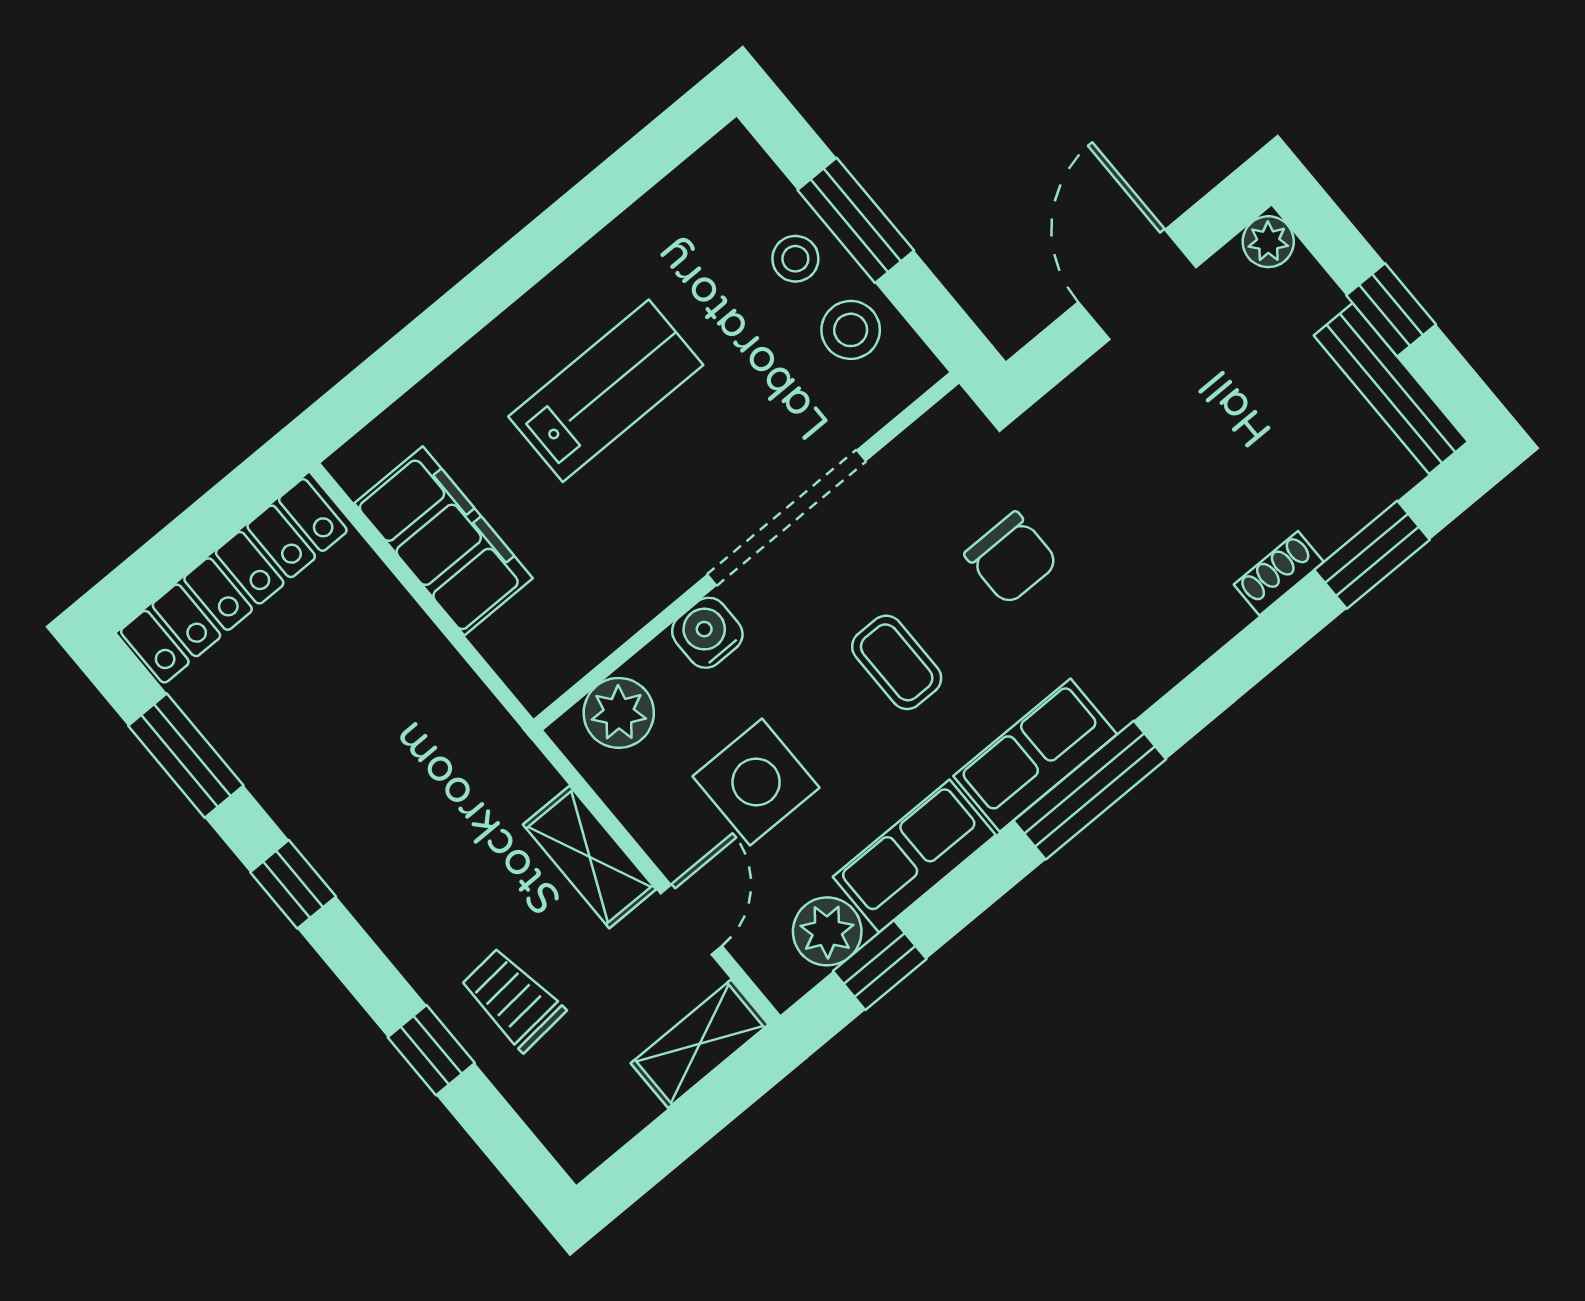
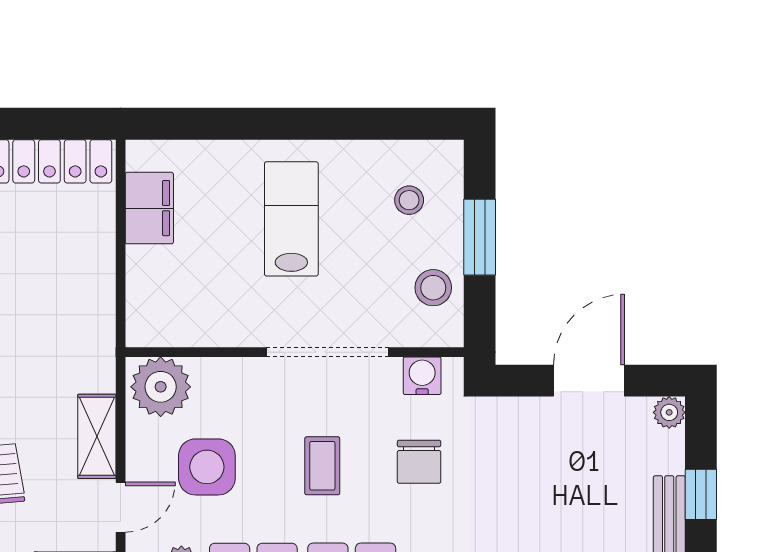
stool: (795, 259) -> (409, 200), moved
lab bench: (606, 391) -> (291, 219), turned -90
filing cabinet: (444, 541) -> (149, 208), width x0.67, depth x0.86
water cooler: (707, 633) -> (422, 376), moved
plant: (619, 713) -> (161, 387), width x1.36, depth x1.36

